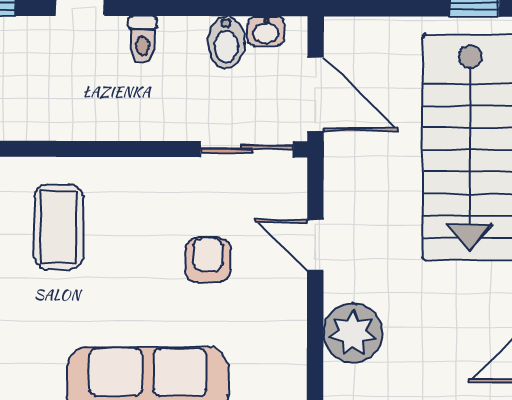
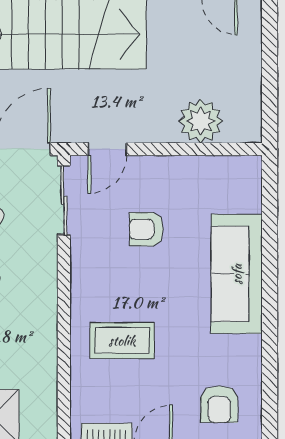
door: (315, 245) -> (107, 149), moved

